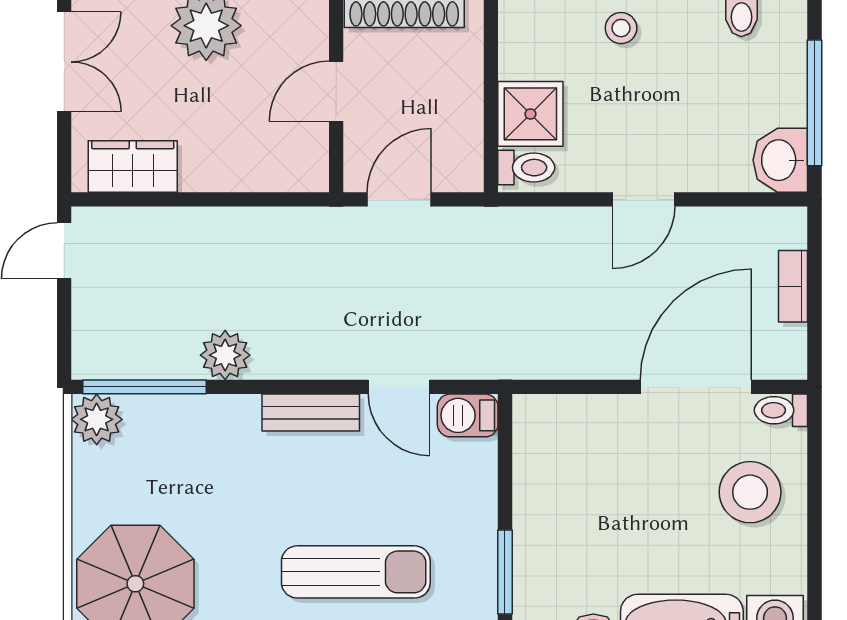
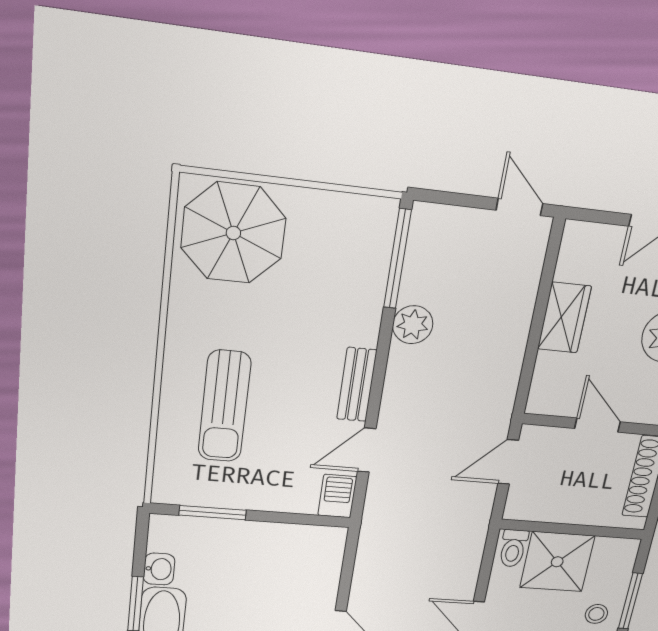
shower: (530, 114) -> (557, 562), width x1.36, depth x1.36
wardrobe: (133, 167) -> (564, 318), moved
door: (399, 199) -> (508, 462), swing flipped
plant: (97, 419) -> (377, 217), removed

